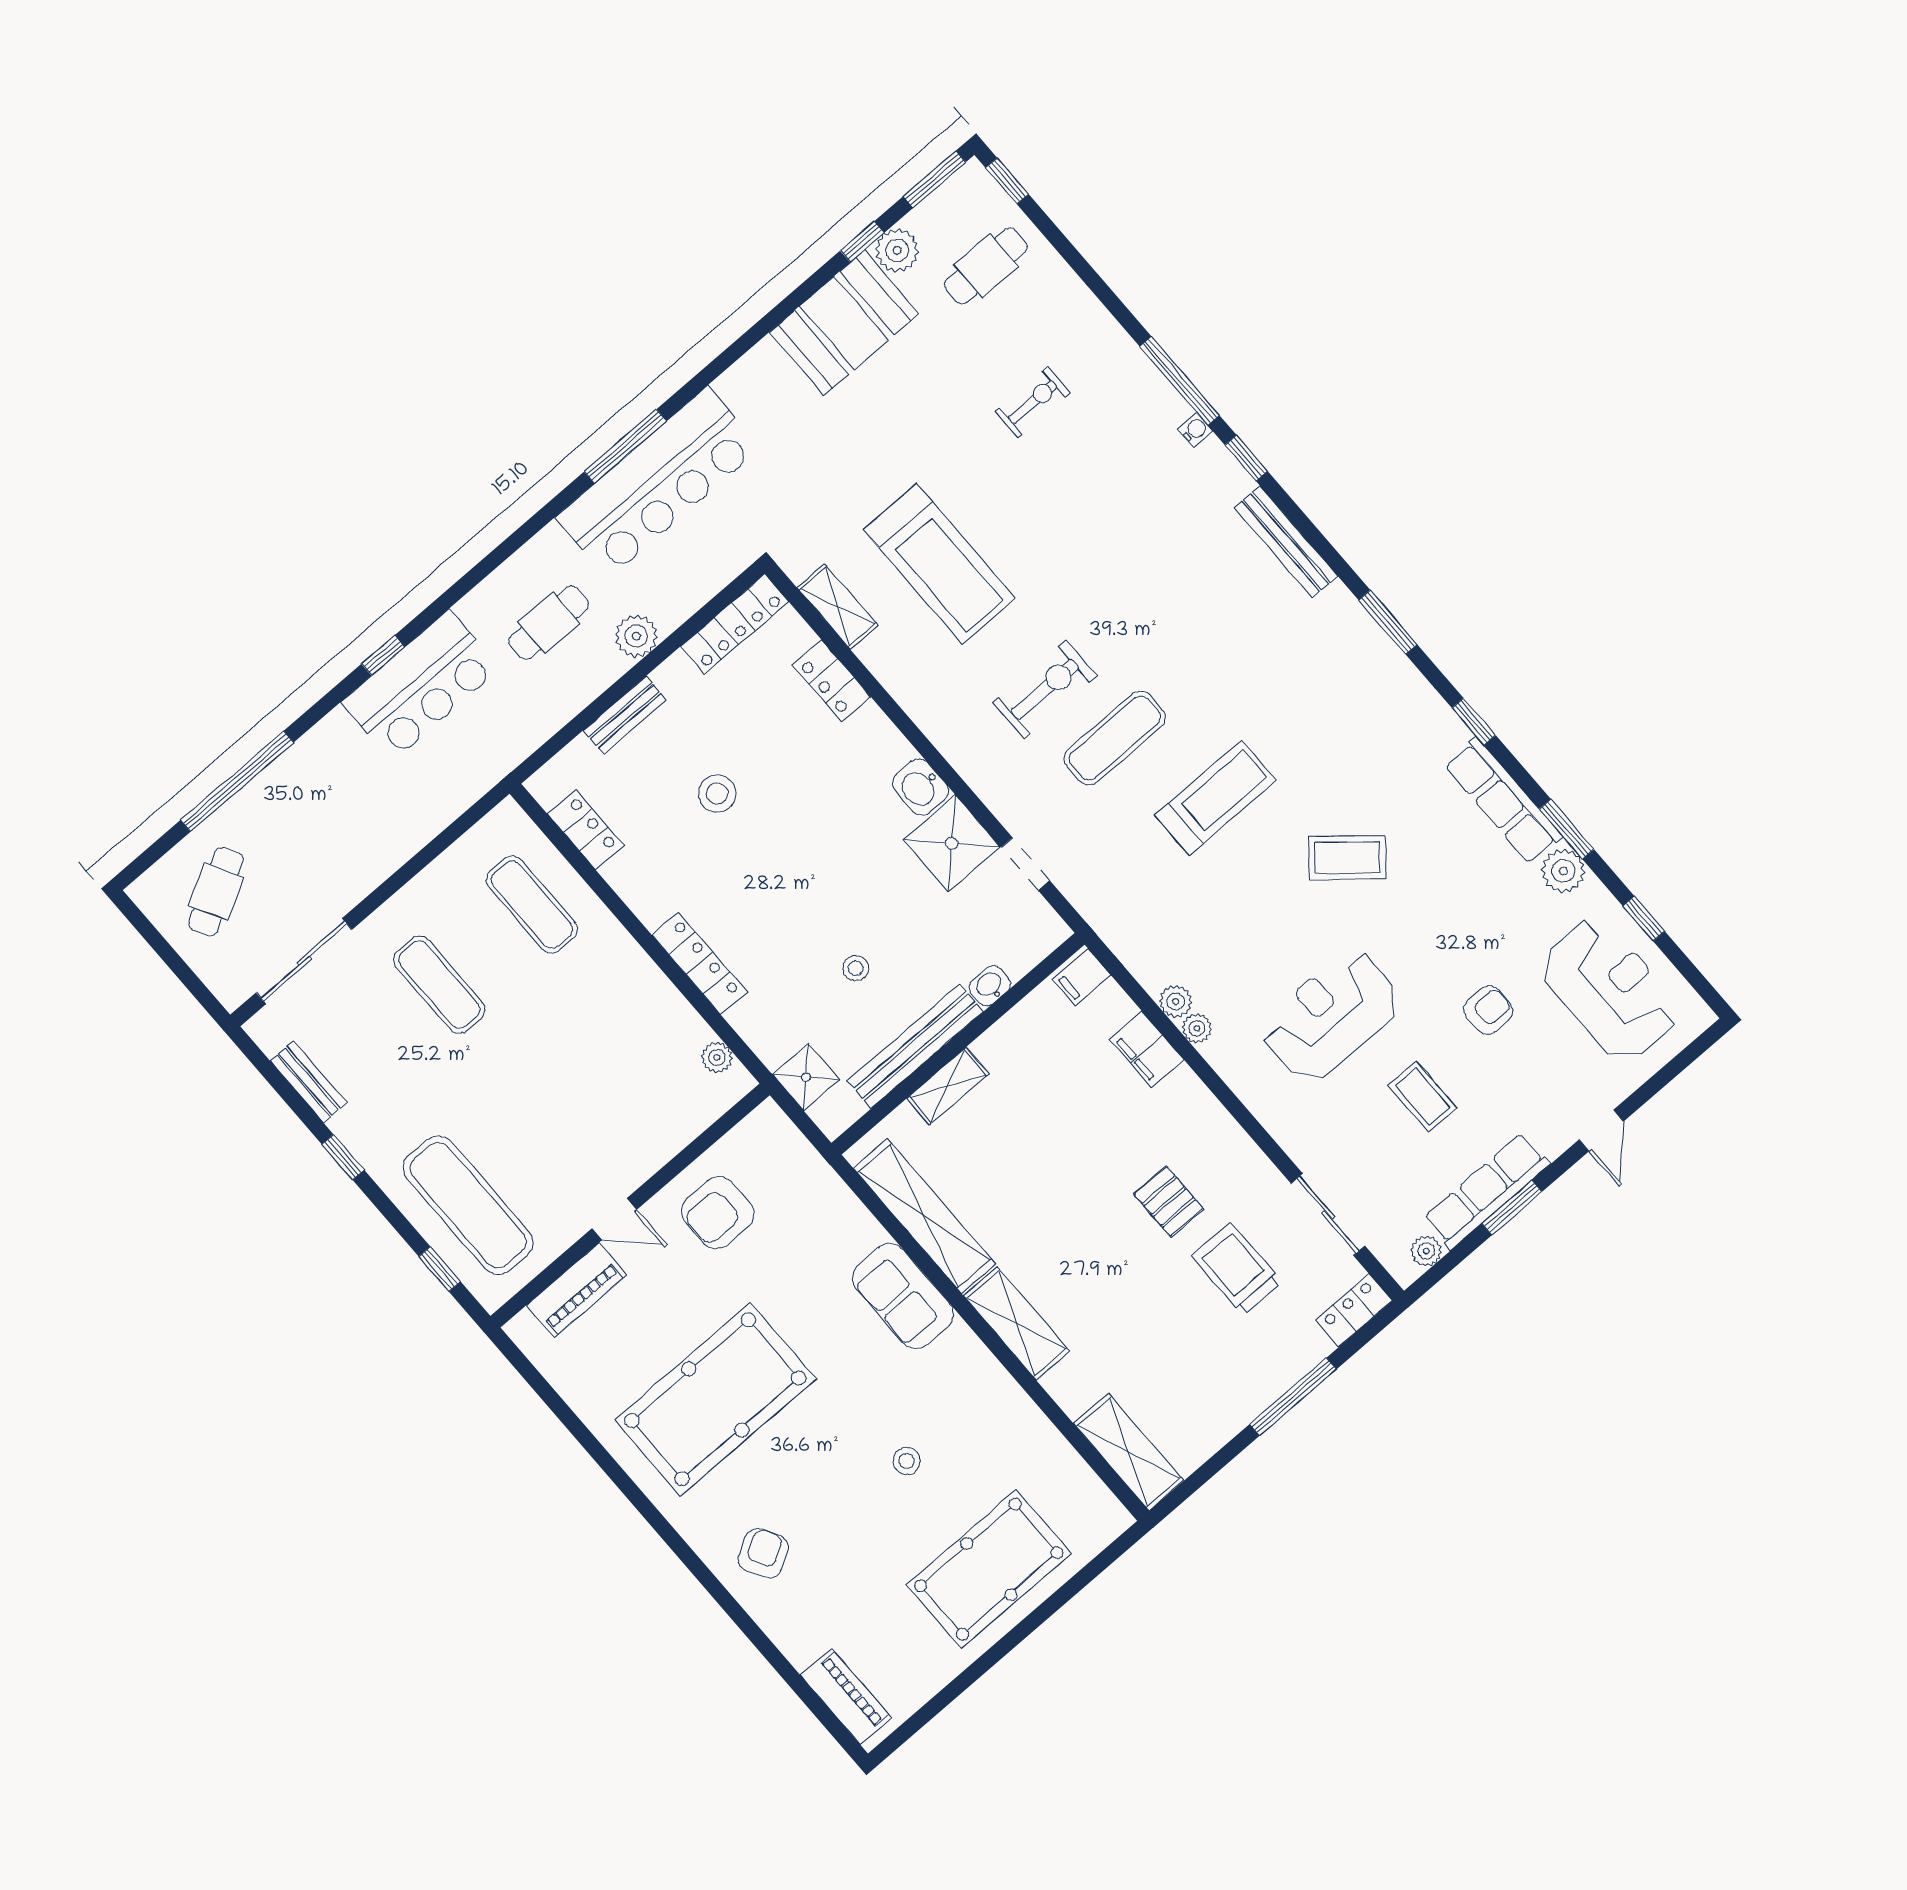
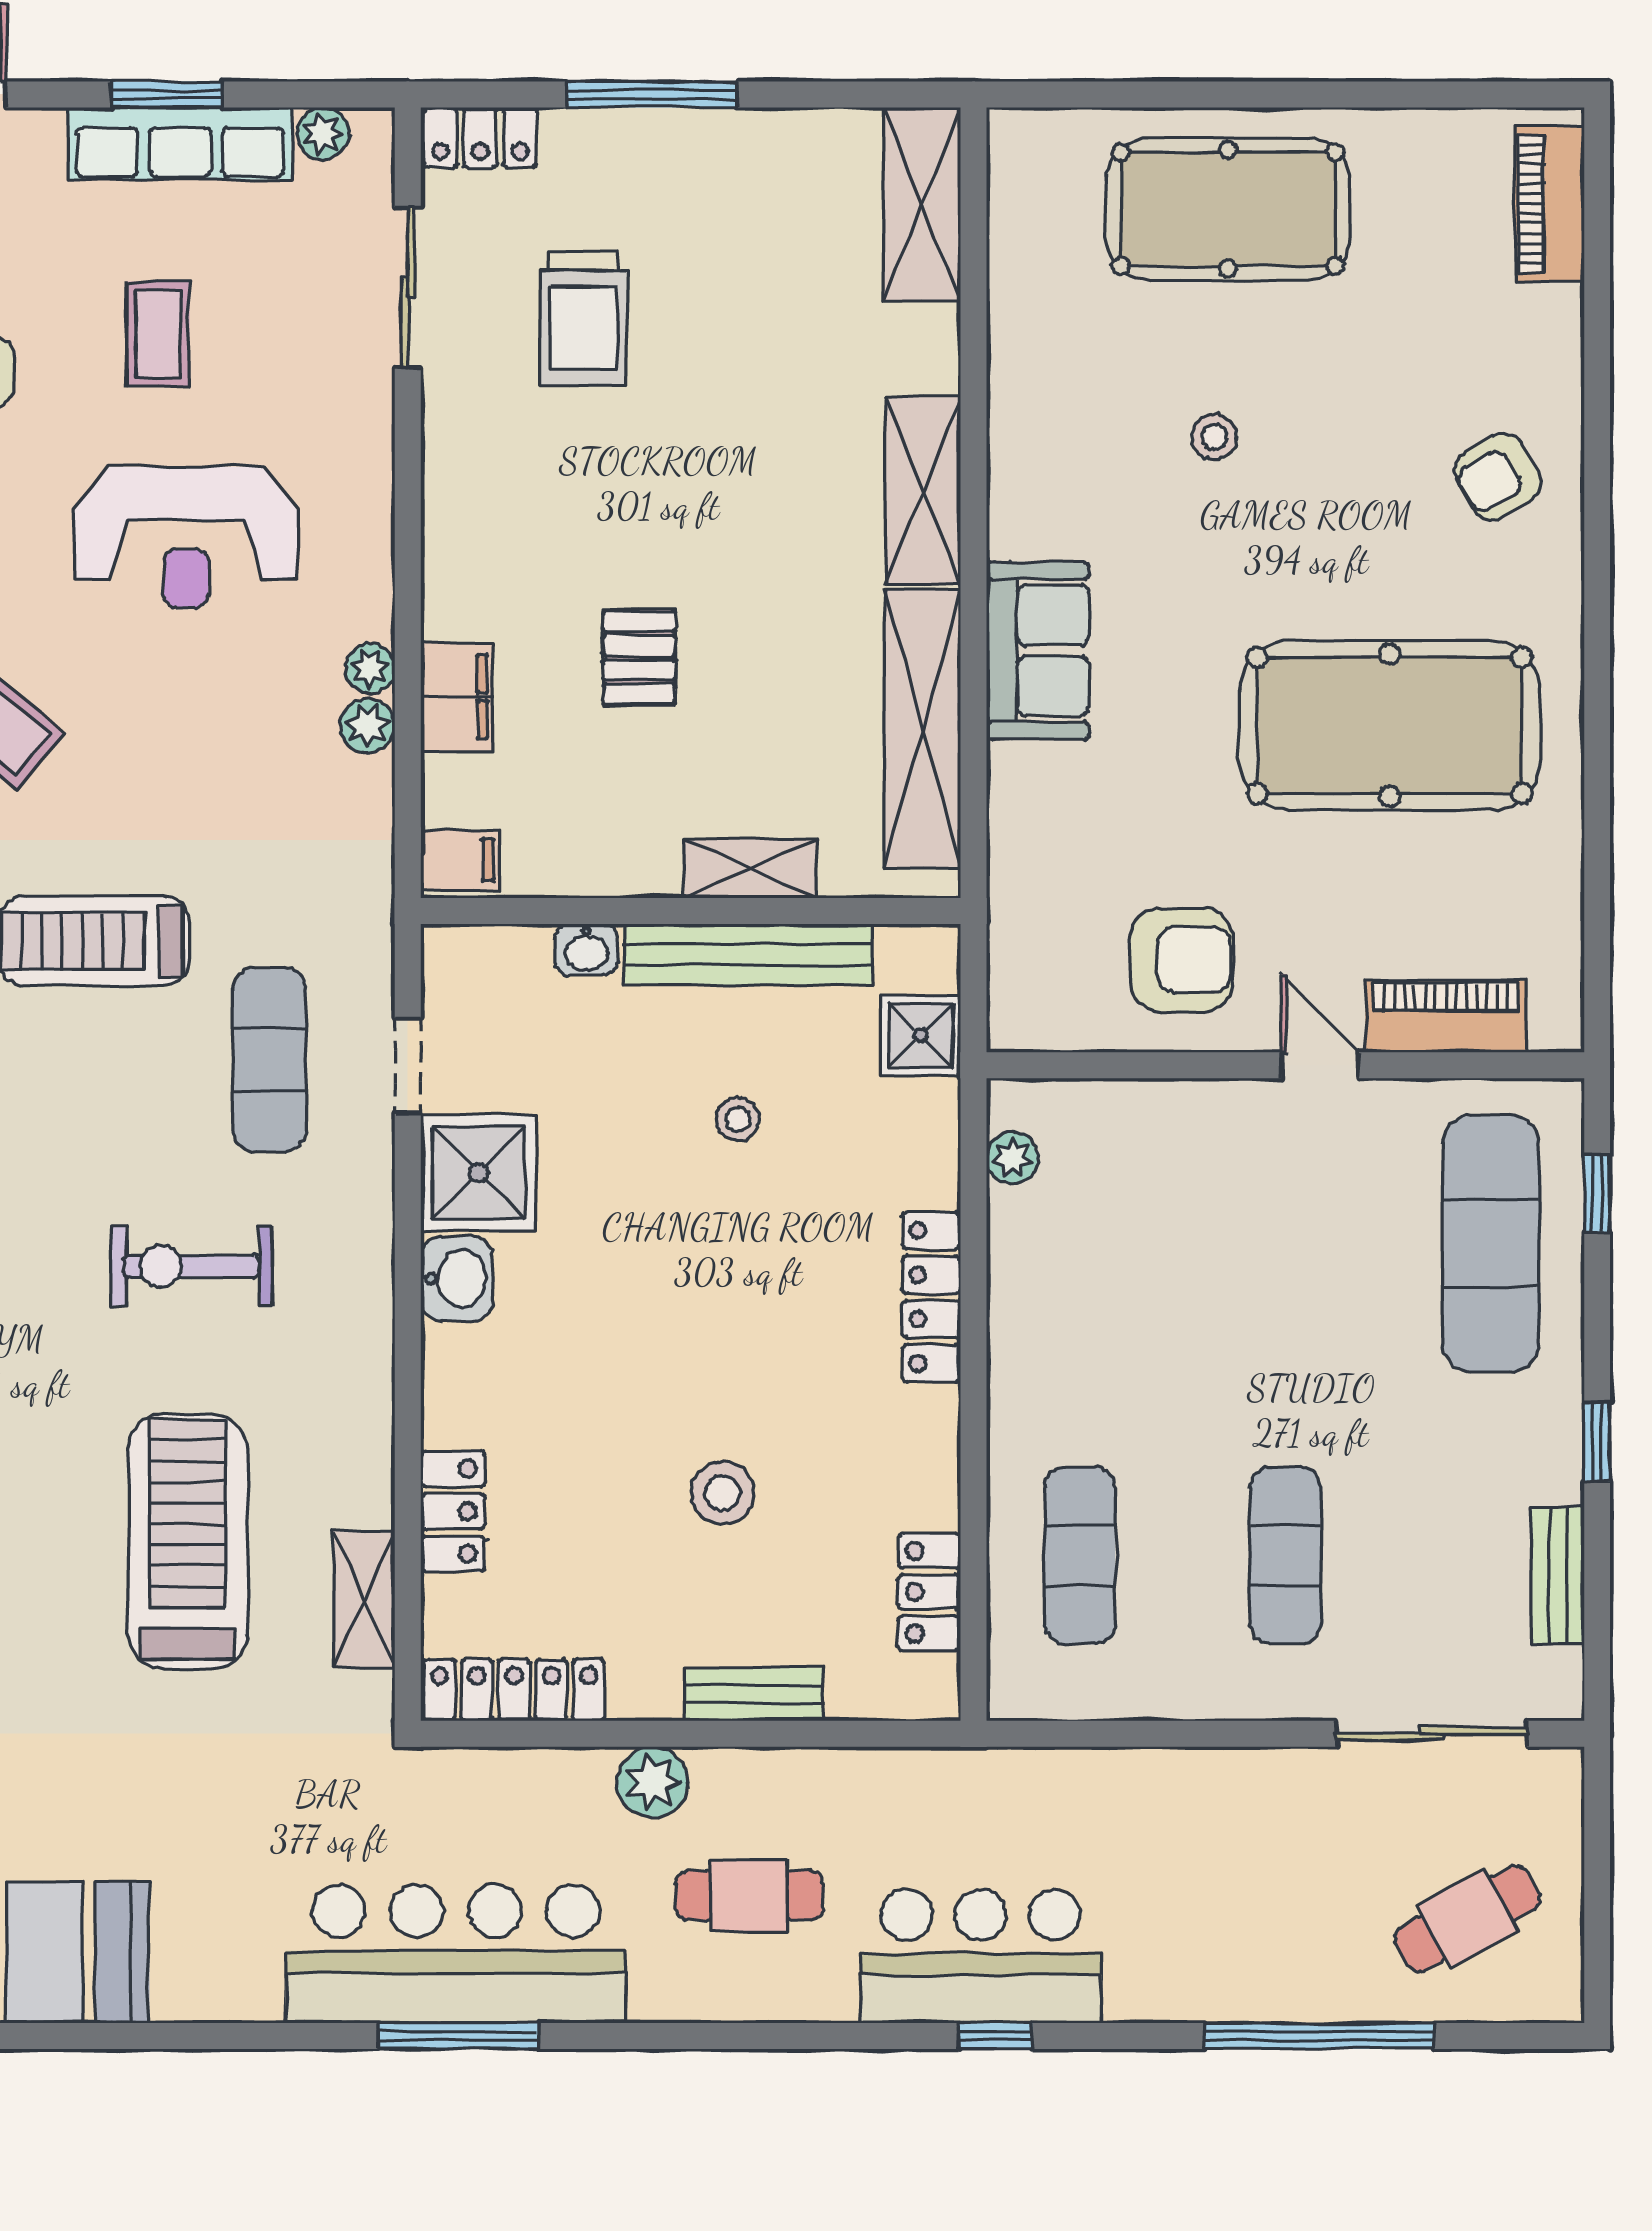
exercise mat: (1115, 738) -> (270, 1060), moved, turned 90
pallet: (1169, 1201) -> (639, 658), moved

